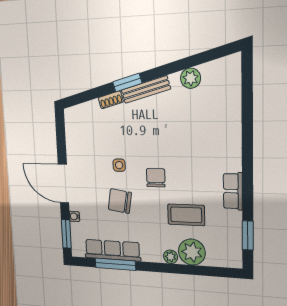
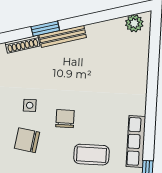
plant: (191, 78) -> (134, 23), moved
shoe rack: (111, 100) -> (23, 44), width x1.43
row of seats: (233, 191) -> (136, 142), width x1.48

